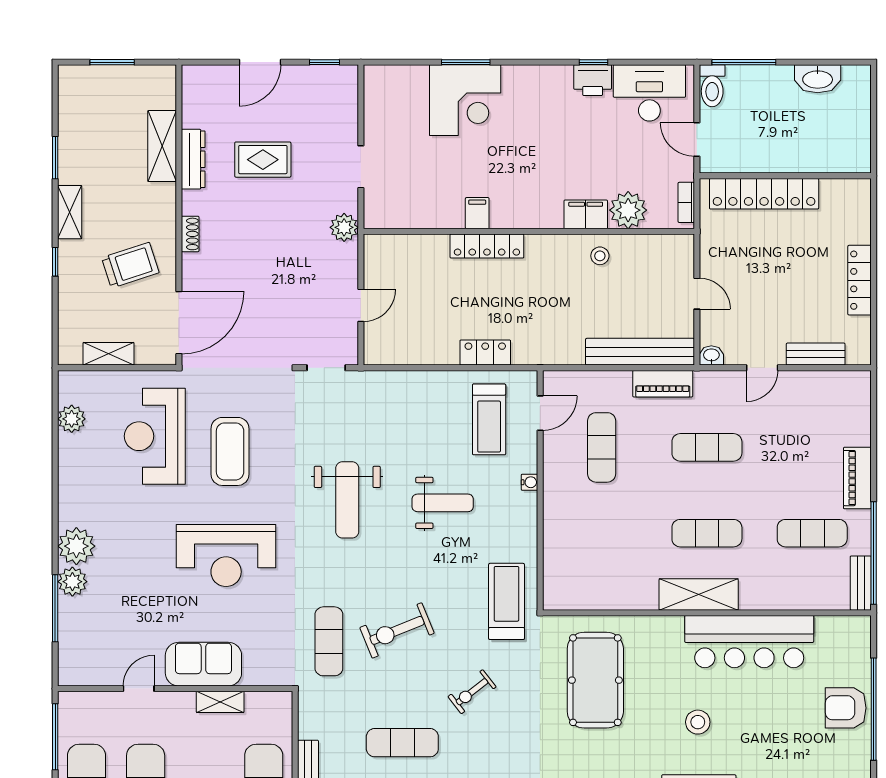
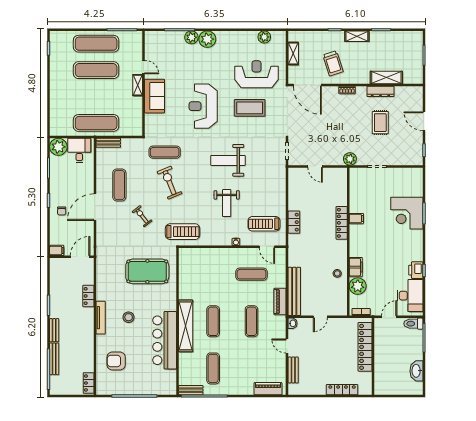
locker: (860, 280) -> (342, 390), moved
piano: (857, 478) -> (268, 389), moved
shelving: (699, 594) -> (186, 326), width x1.47
shelving: (220, 702) -> (138, 85), moved
armchair: (846, 708) -> (116, 361), moved, turned -90

